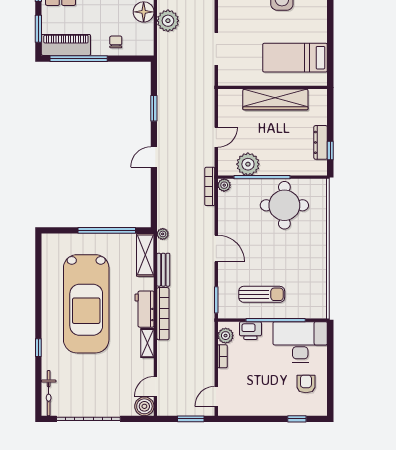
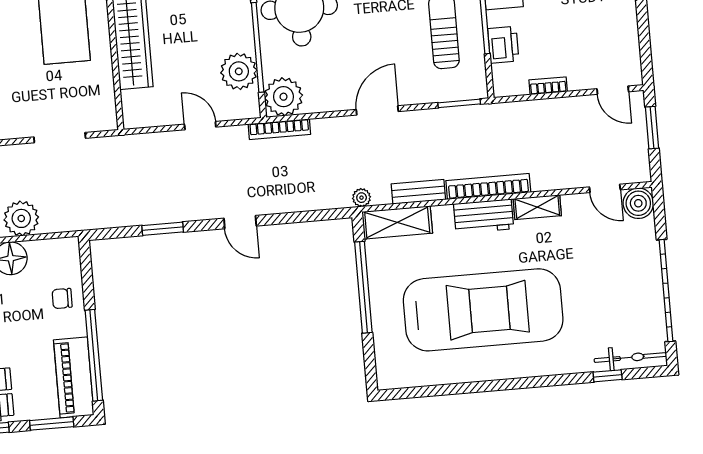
plant: (224, 185) -> (284, 97), width x1.87, depth x1.87
plant: (226, 336) -> (515, 84), removed
window: (38, 348) -> (608, 376), moved

